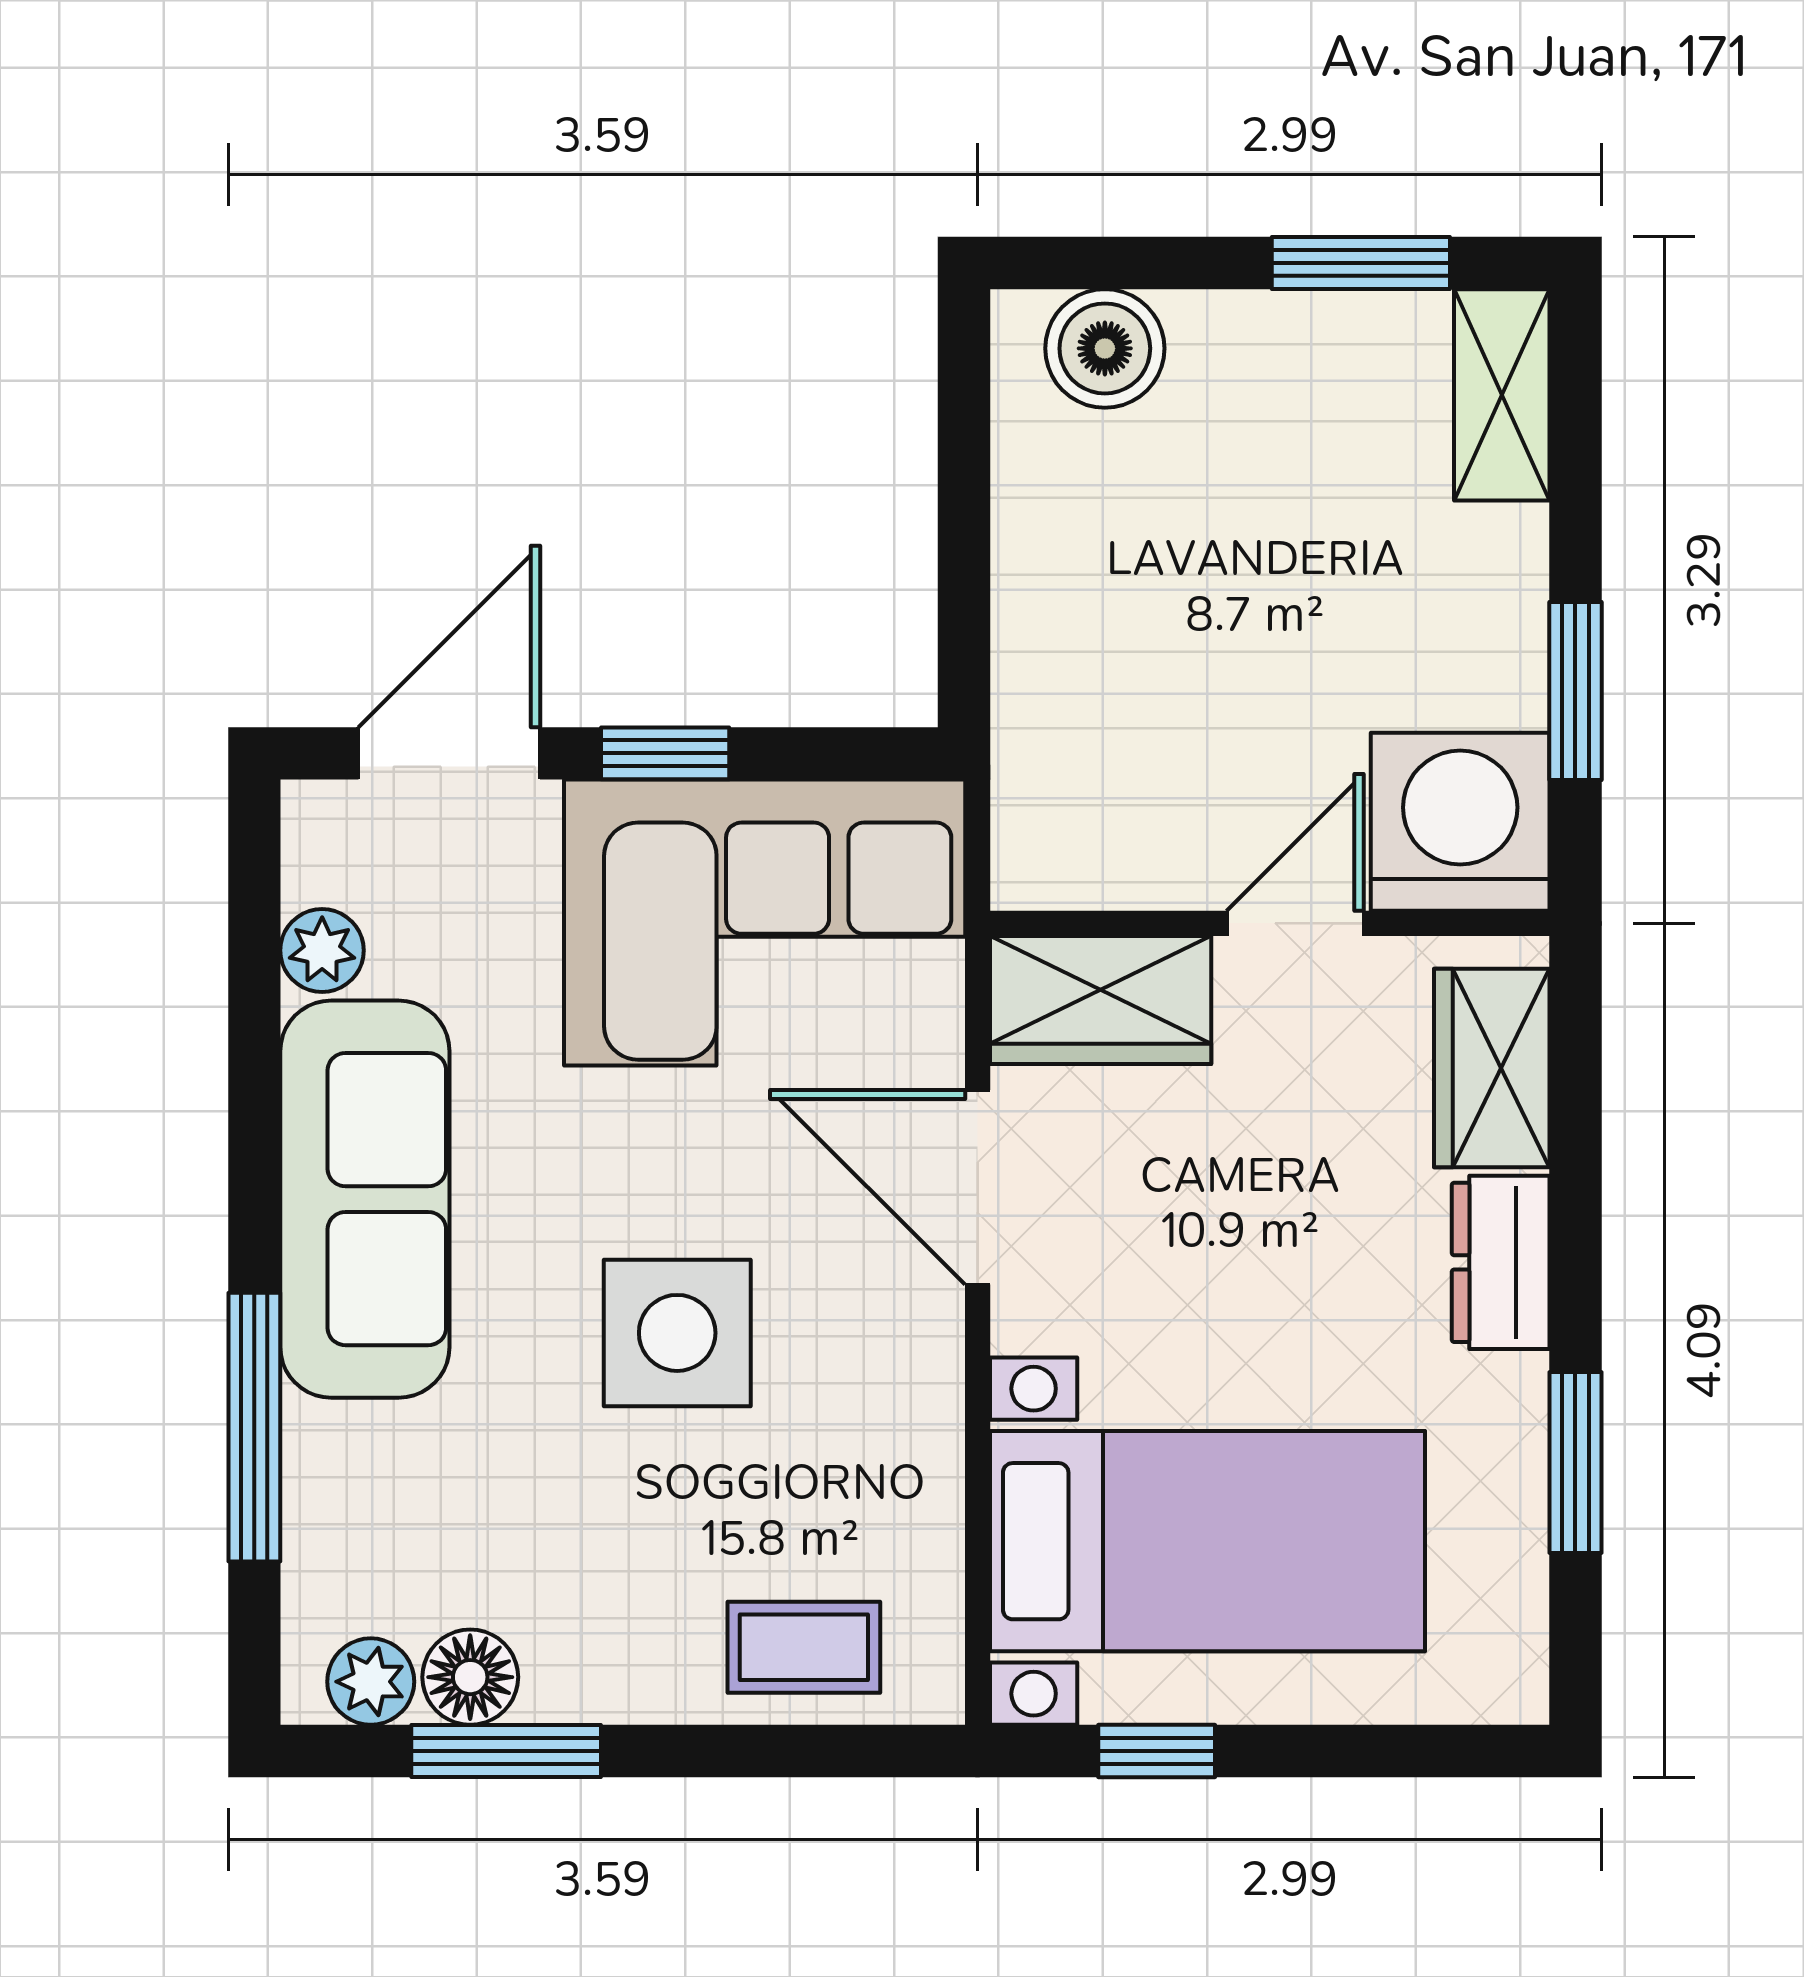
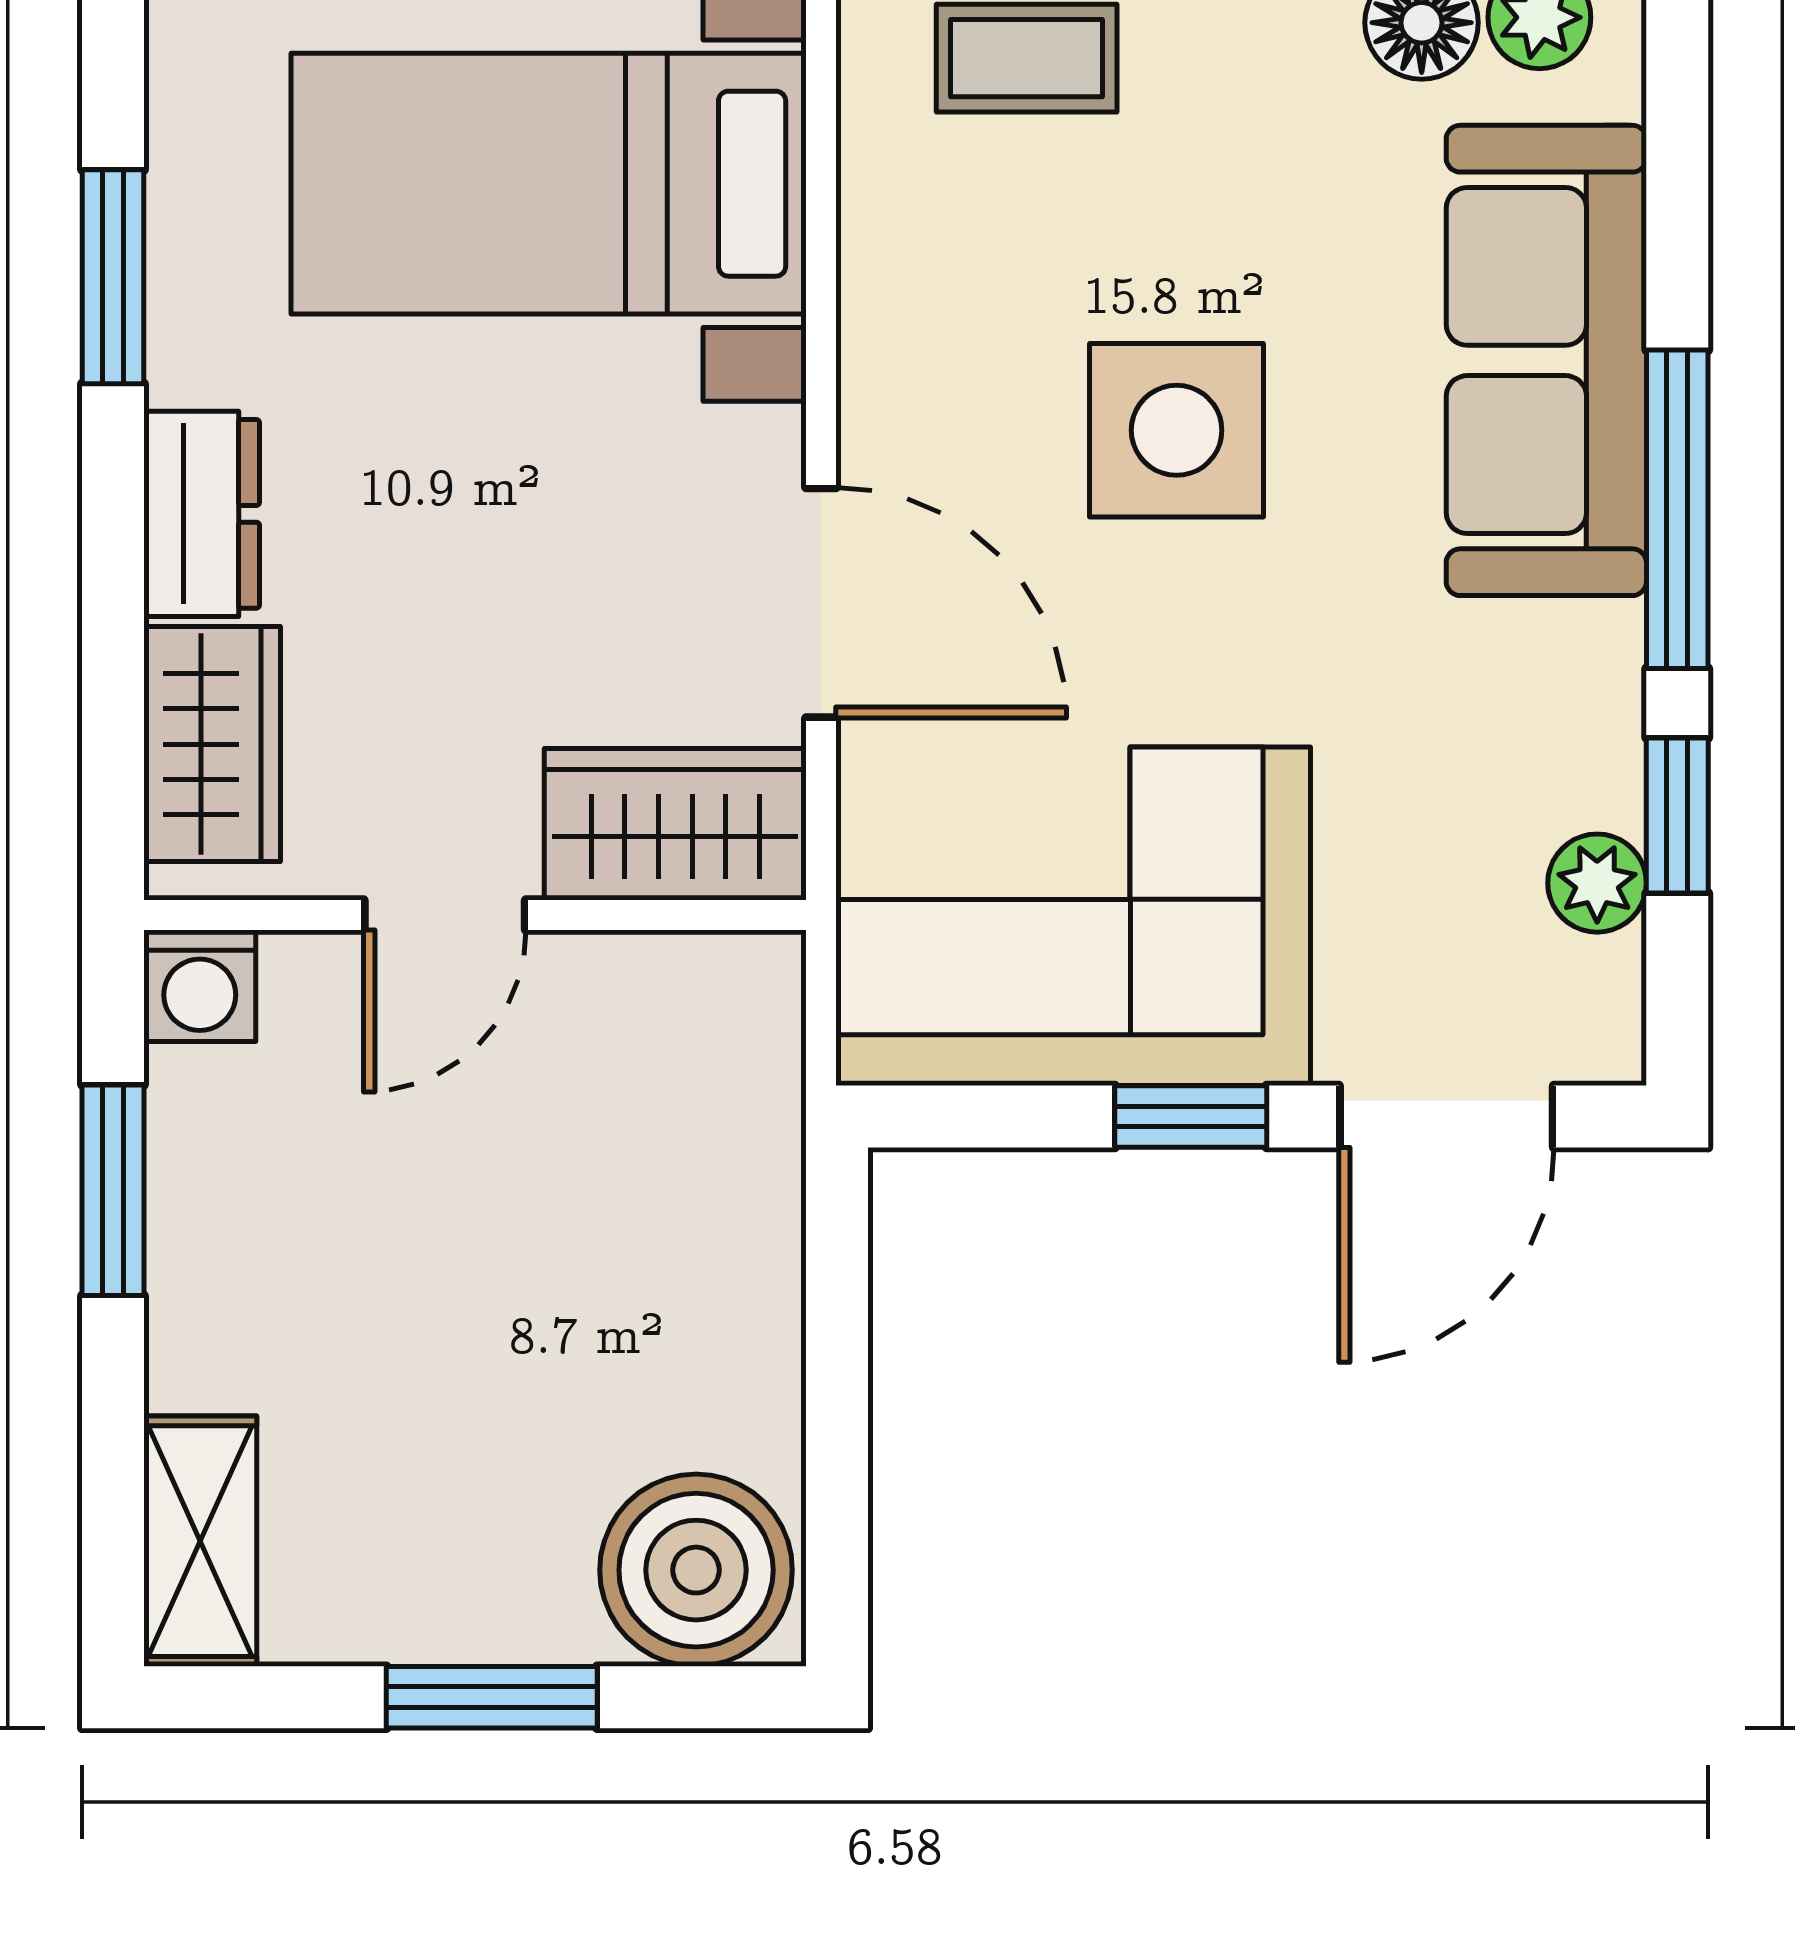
window: (1361, 263) -> (492, 1697), moved
boiler: (1105, 348) -> (696, 1570), width x1.37, depth x1.37
washing machine: (1460, 822) -> (200, 986), width x0.53, depth x0.53
window: (254, 1008) -> (1677, 815), added
sofa: (365, 1199) -> (1546, 360), moved
window: (254, 1427) -> (1677, 509), moved

